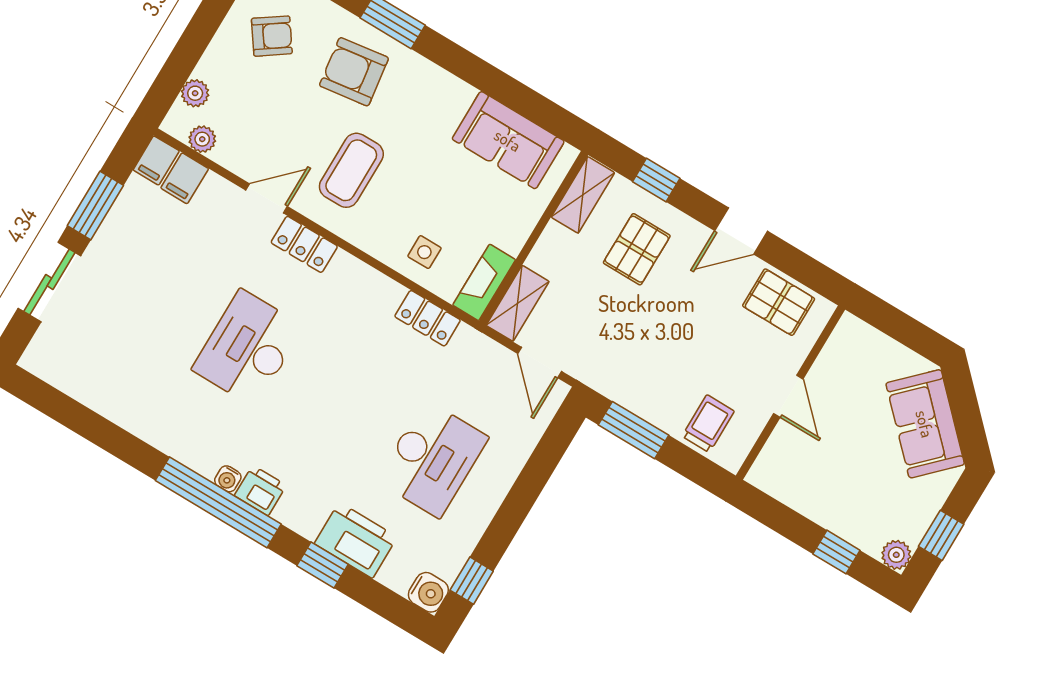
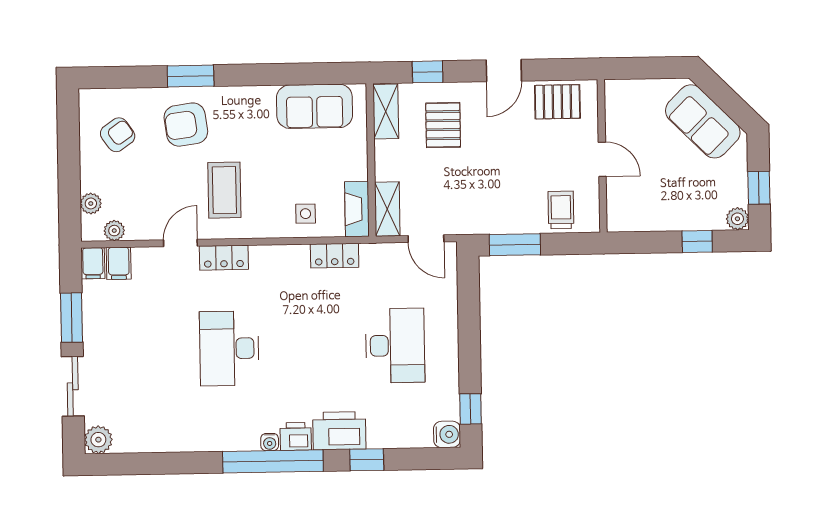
plant: (41, 358) -> (98, 440), added
printer: (356, 540) -> (339, 431), moved

